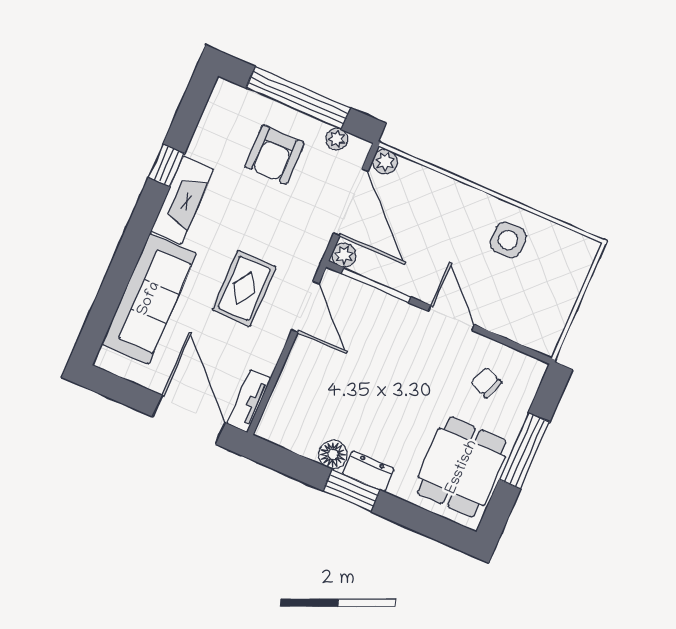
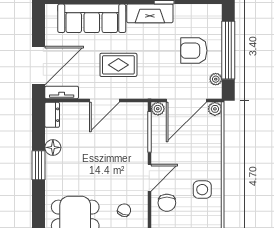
door: (305, 307) -> (105, 100), moved
chair: (504, 307) -> (167, 203), added
dresser: (368, 471) -> (52, 115), moved

